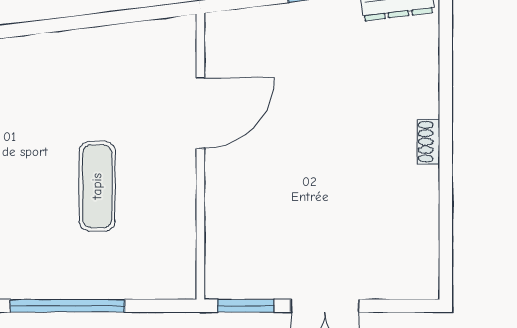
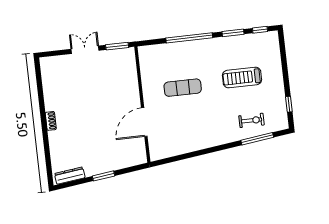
exercise mat: (97, 186) -> (183, 88), turned 90

